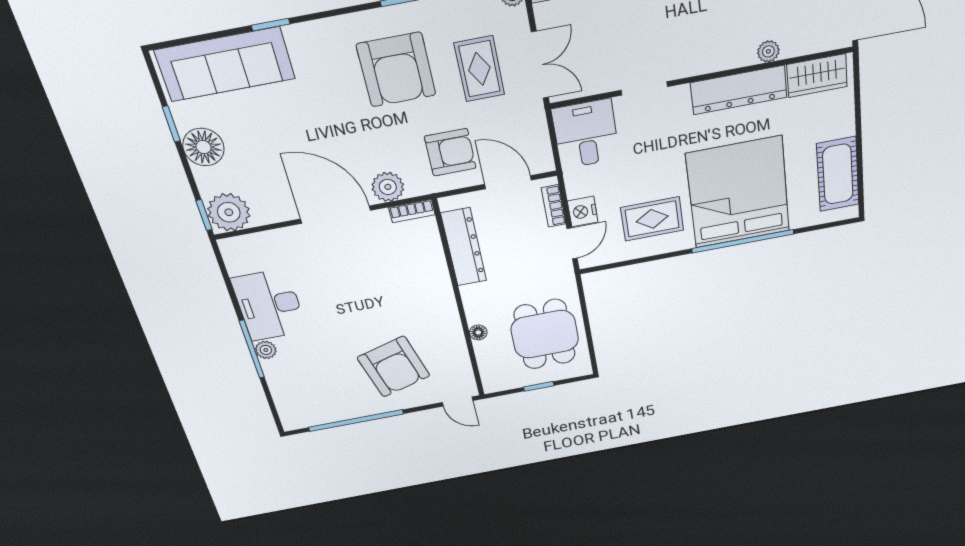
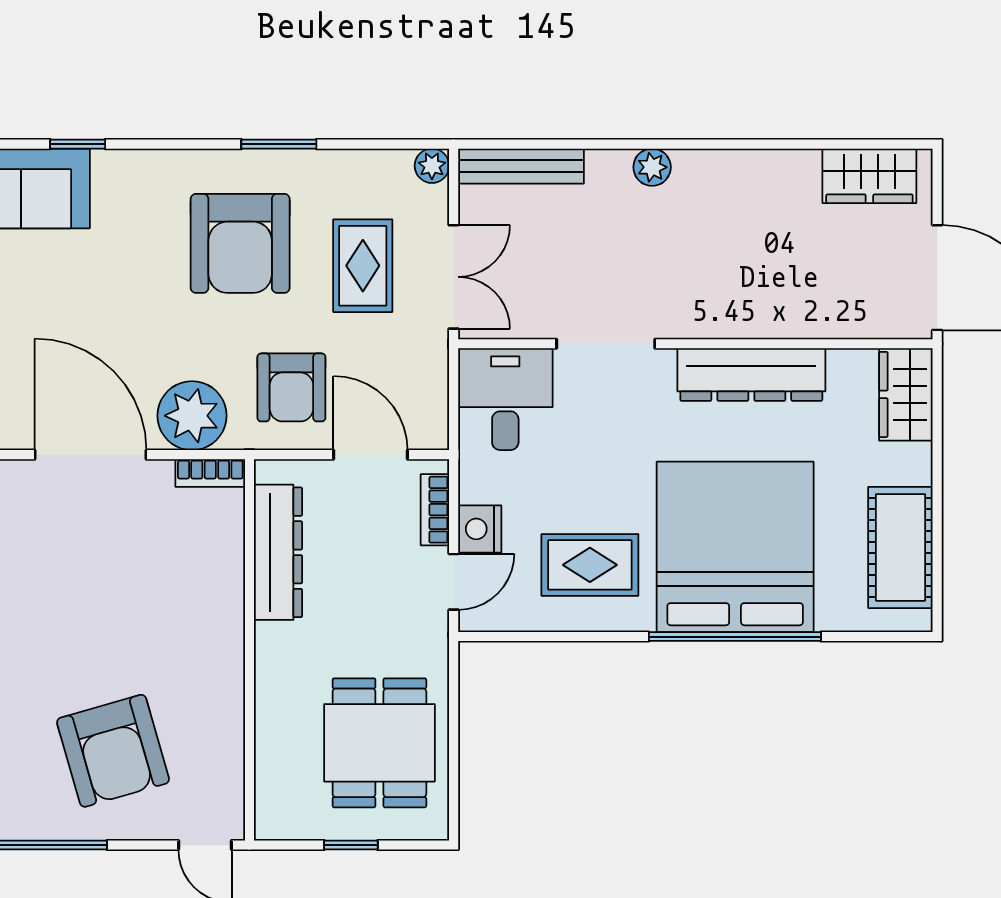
plant: (768, 51) -> (802, 322), removed
wardrobe: (817, 76) -> (906, 394), moved, turned 90
doorway: (644, 88) -> (606, 344), width x1.38
armchair: (450, 152) -> (291, 387), turned 90
plant: (388, 187) -> (192, 416), width x1.36, depth x1.36
floor lamp: (478, 332) -> (269, 715), removed

